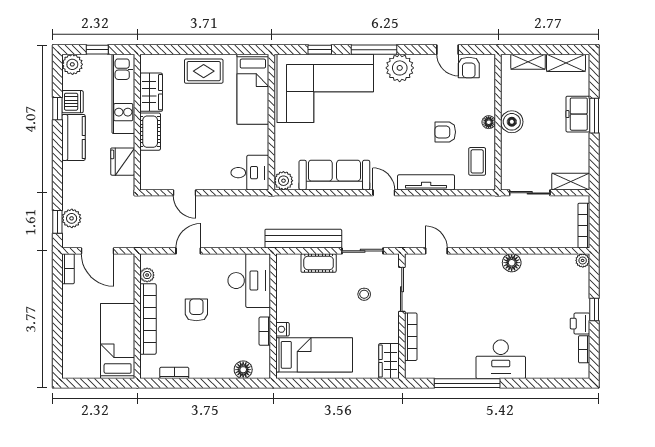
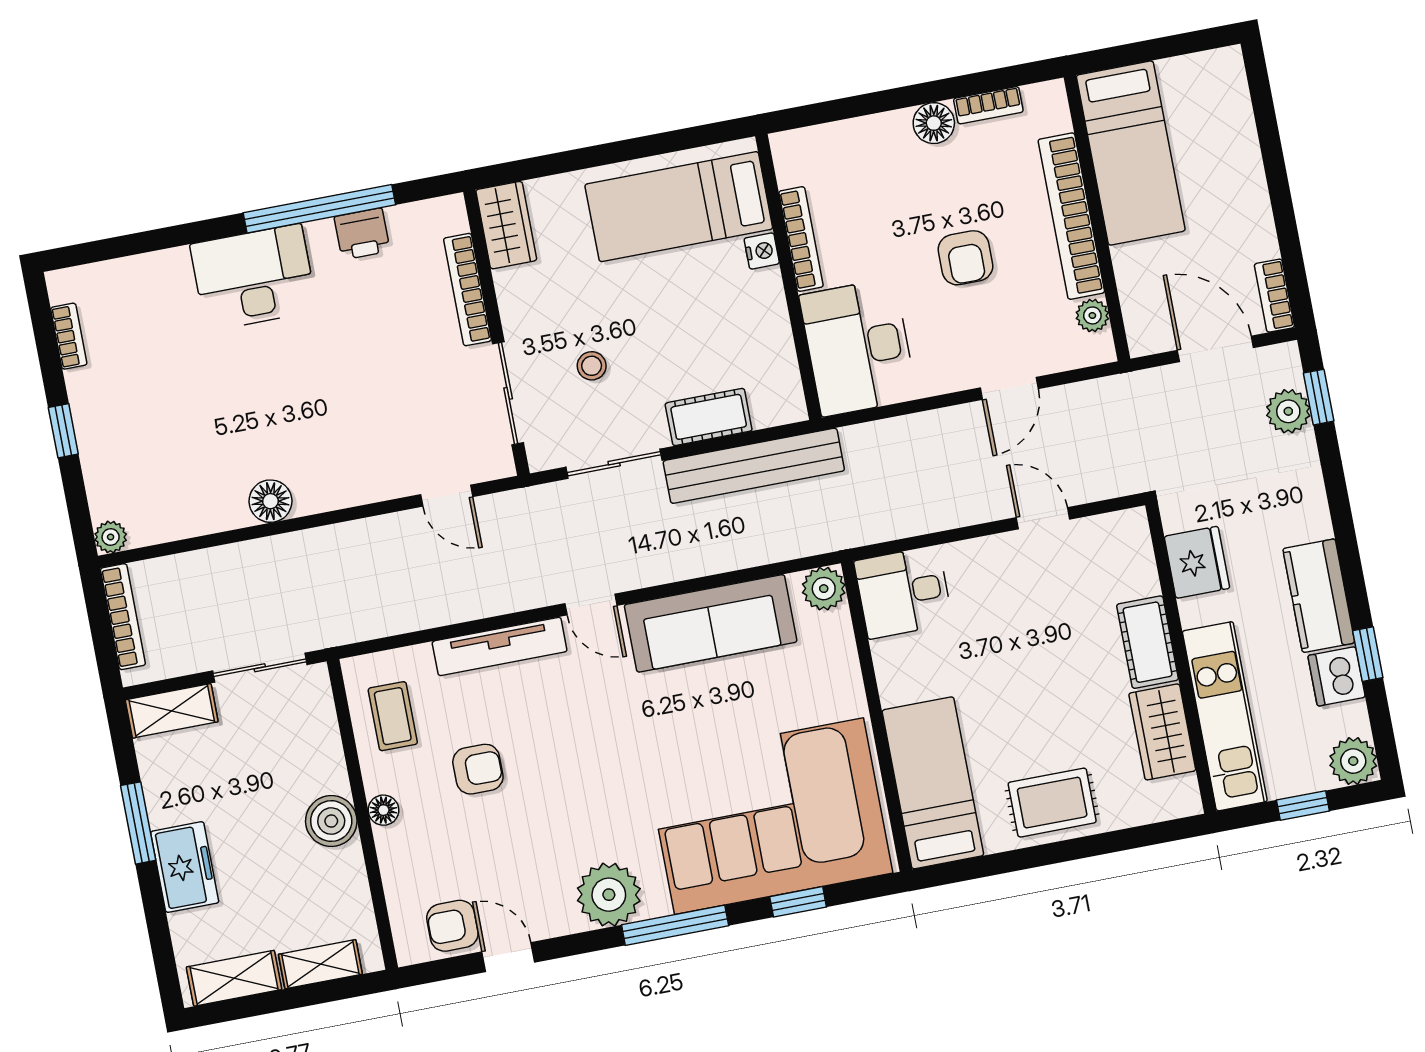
armchair: (469, 67) -> (452, 926), turned -90
window: (594, 116) -> (138, 823), moved
printer: (580, 324) -> (362, 234), moved, turned 90
bookcase: (265, 331) -> (801, 239), width x1.56
floor lamp: (243, 370) -> (934, 123), moved

